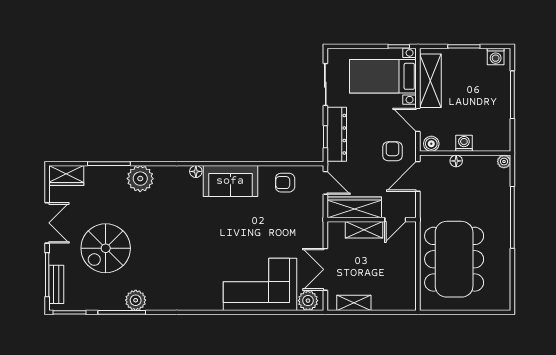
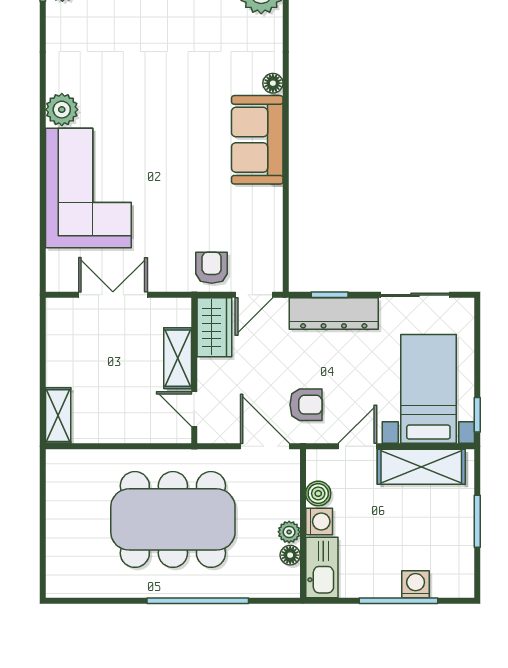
washing machine: (496, 56) -> (416, 584), moved, turned 90
kitchen sink: (492, 142) -> (322, 568), added
boiler: (431, 144) -> (318, 493), moved
floor lamp: (456, 161) -> (290, 555), moved
plant: (504, 162) -> (289, 532), moved
armchair: (285, 183) -> (212, 268), moved
wardrobe: (354, 207) -> (214, 327), width x0.67
dining table: (454, 259) -> (173, 519), moved
plant: (308, 301) -> (62, 110), moved
shelving: (354, 303) -> (58, 416), moved

